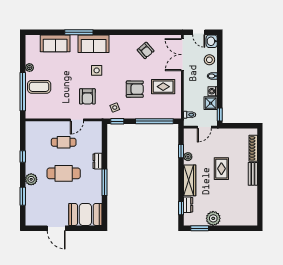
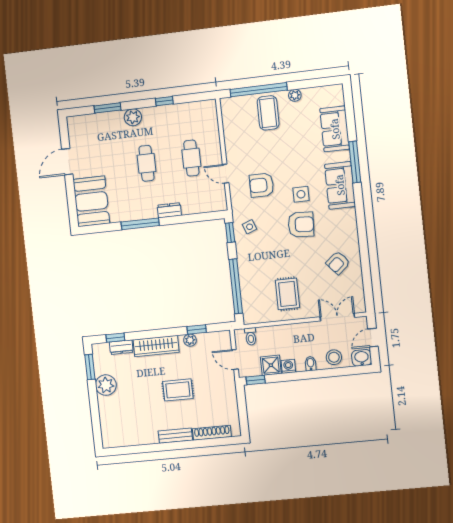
double door: (182, 55) -> (337, 317), width x0.73
armchair: (135, 89) -> (301, 224), moved, turned -87
cafe table: (64, 173) -> (146, 163), width x0.73, depth x0.74

